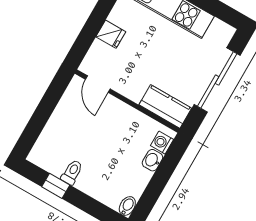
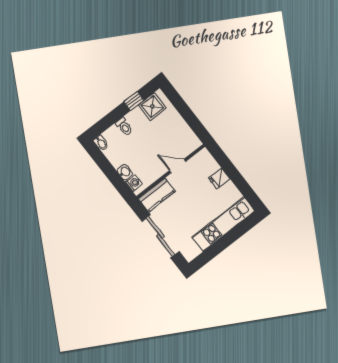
door: (98, 84) -> (178, 166), moved
shower: (53, 159) -> (152, 107), added
toilet: (72, 172) -> (124, 127), moved

